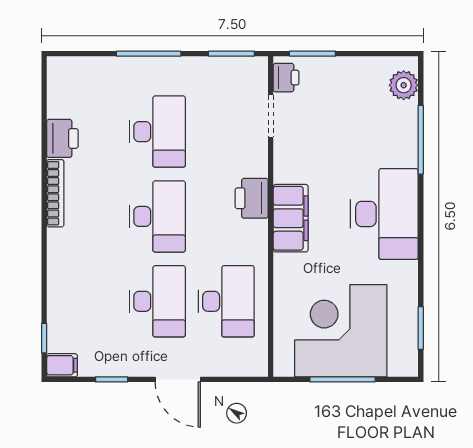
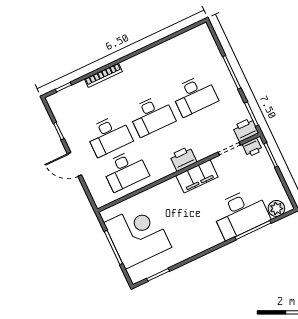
printer: (62, 138) -> (246, 130), moved, turned 180
bookcase: (55, 193) -> (103, 75), moved
desk: (384, 214) -> (241, 213), moved
filing cabinet: (291, 218) -> (197, 176), moved
filing cabinet: (62, 365) -> (54, 103), removed
door: (178, 379) -> (74, 164), hinge flipped

